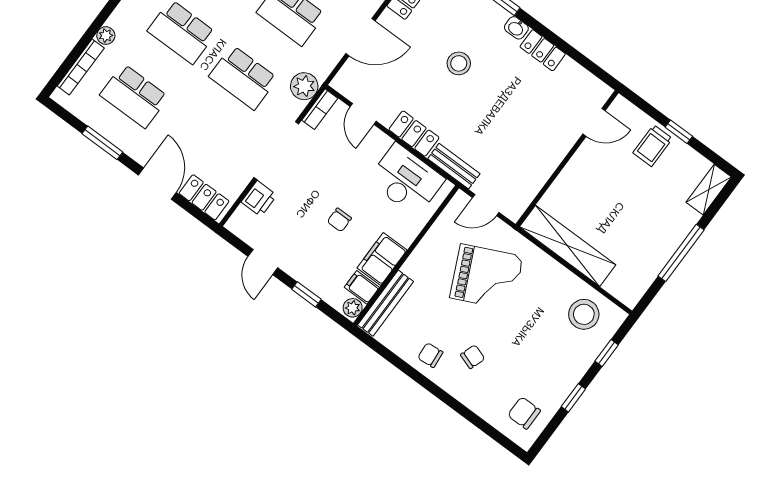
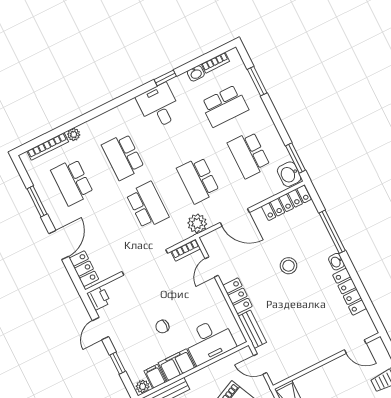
locker: (543, 50) -> (350, 292), width x1.53
school desk: (243, 78) -> (147, 205), turned 180
plant: (304, 86) -> (197, 223), moved
desk: (406, 180) -> (209, 341), moved, turned 90
printer: (259, 199) -> (99, 298), moved, turned -90

